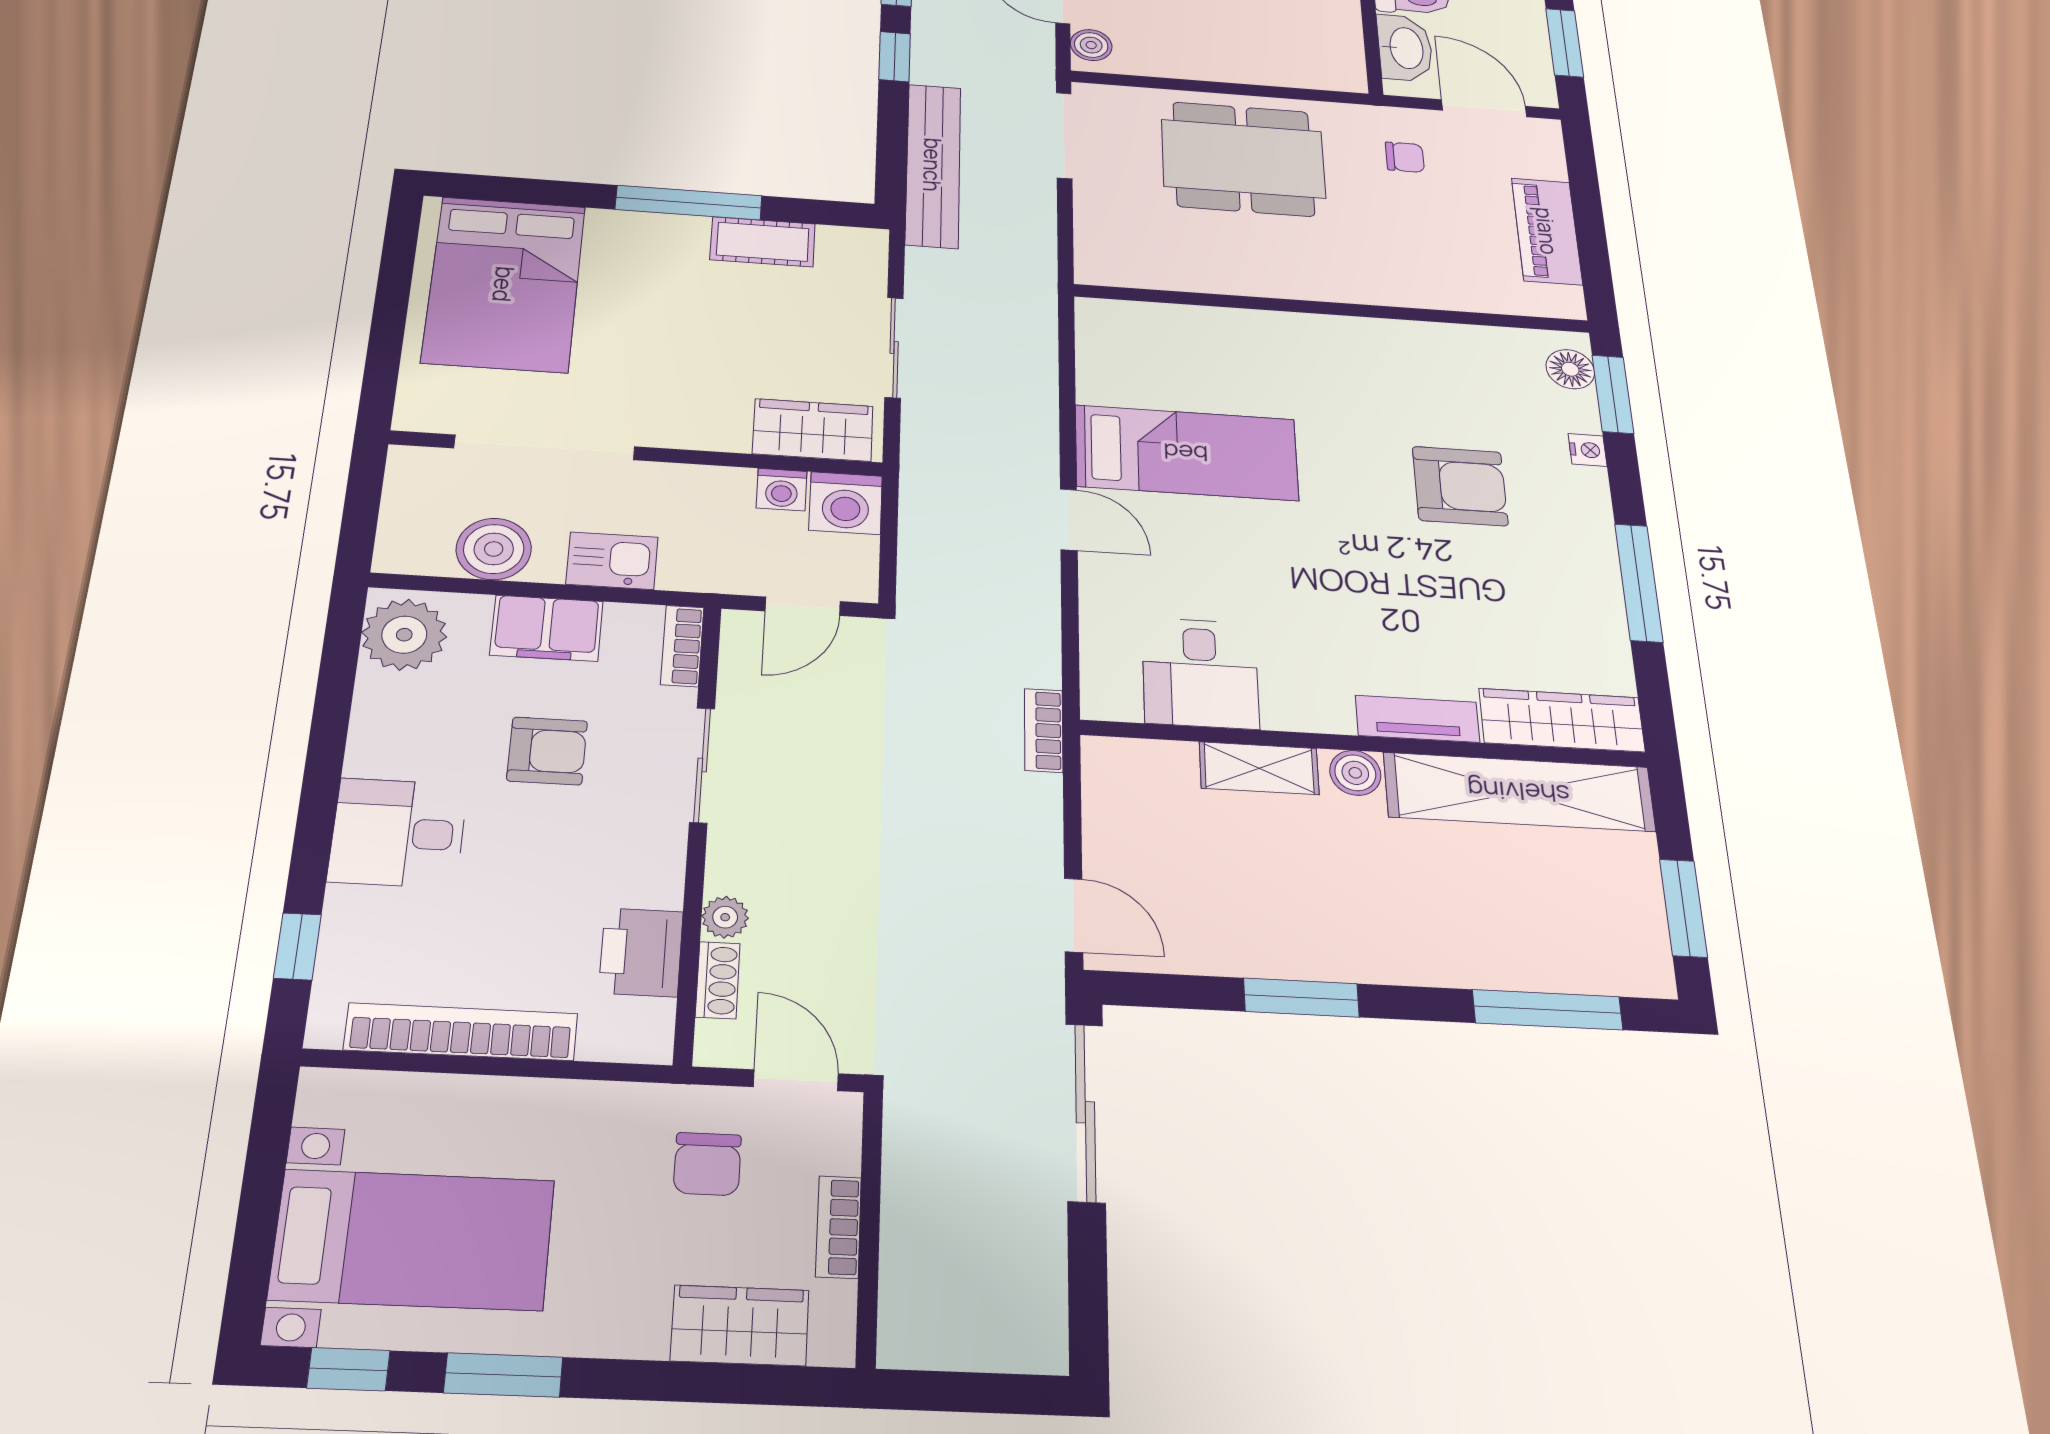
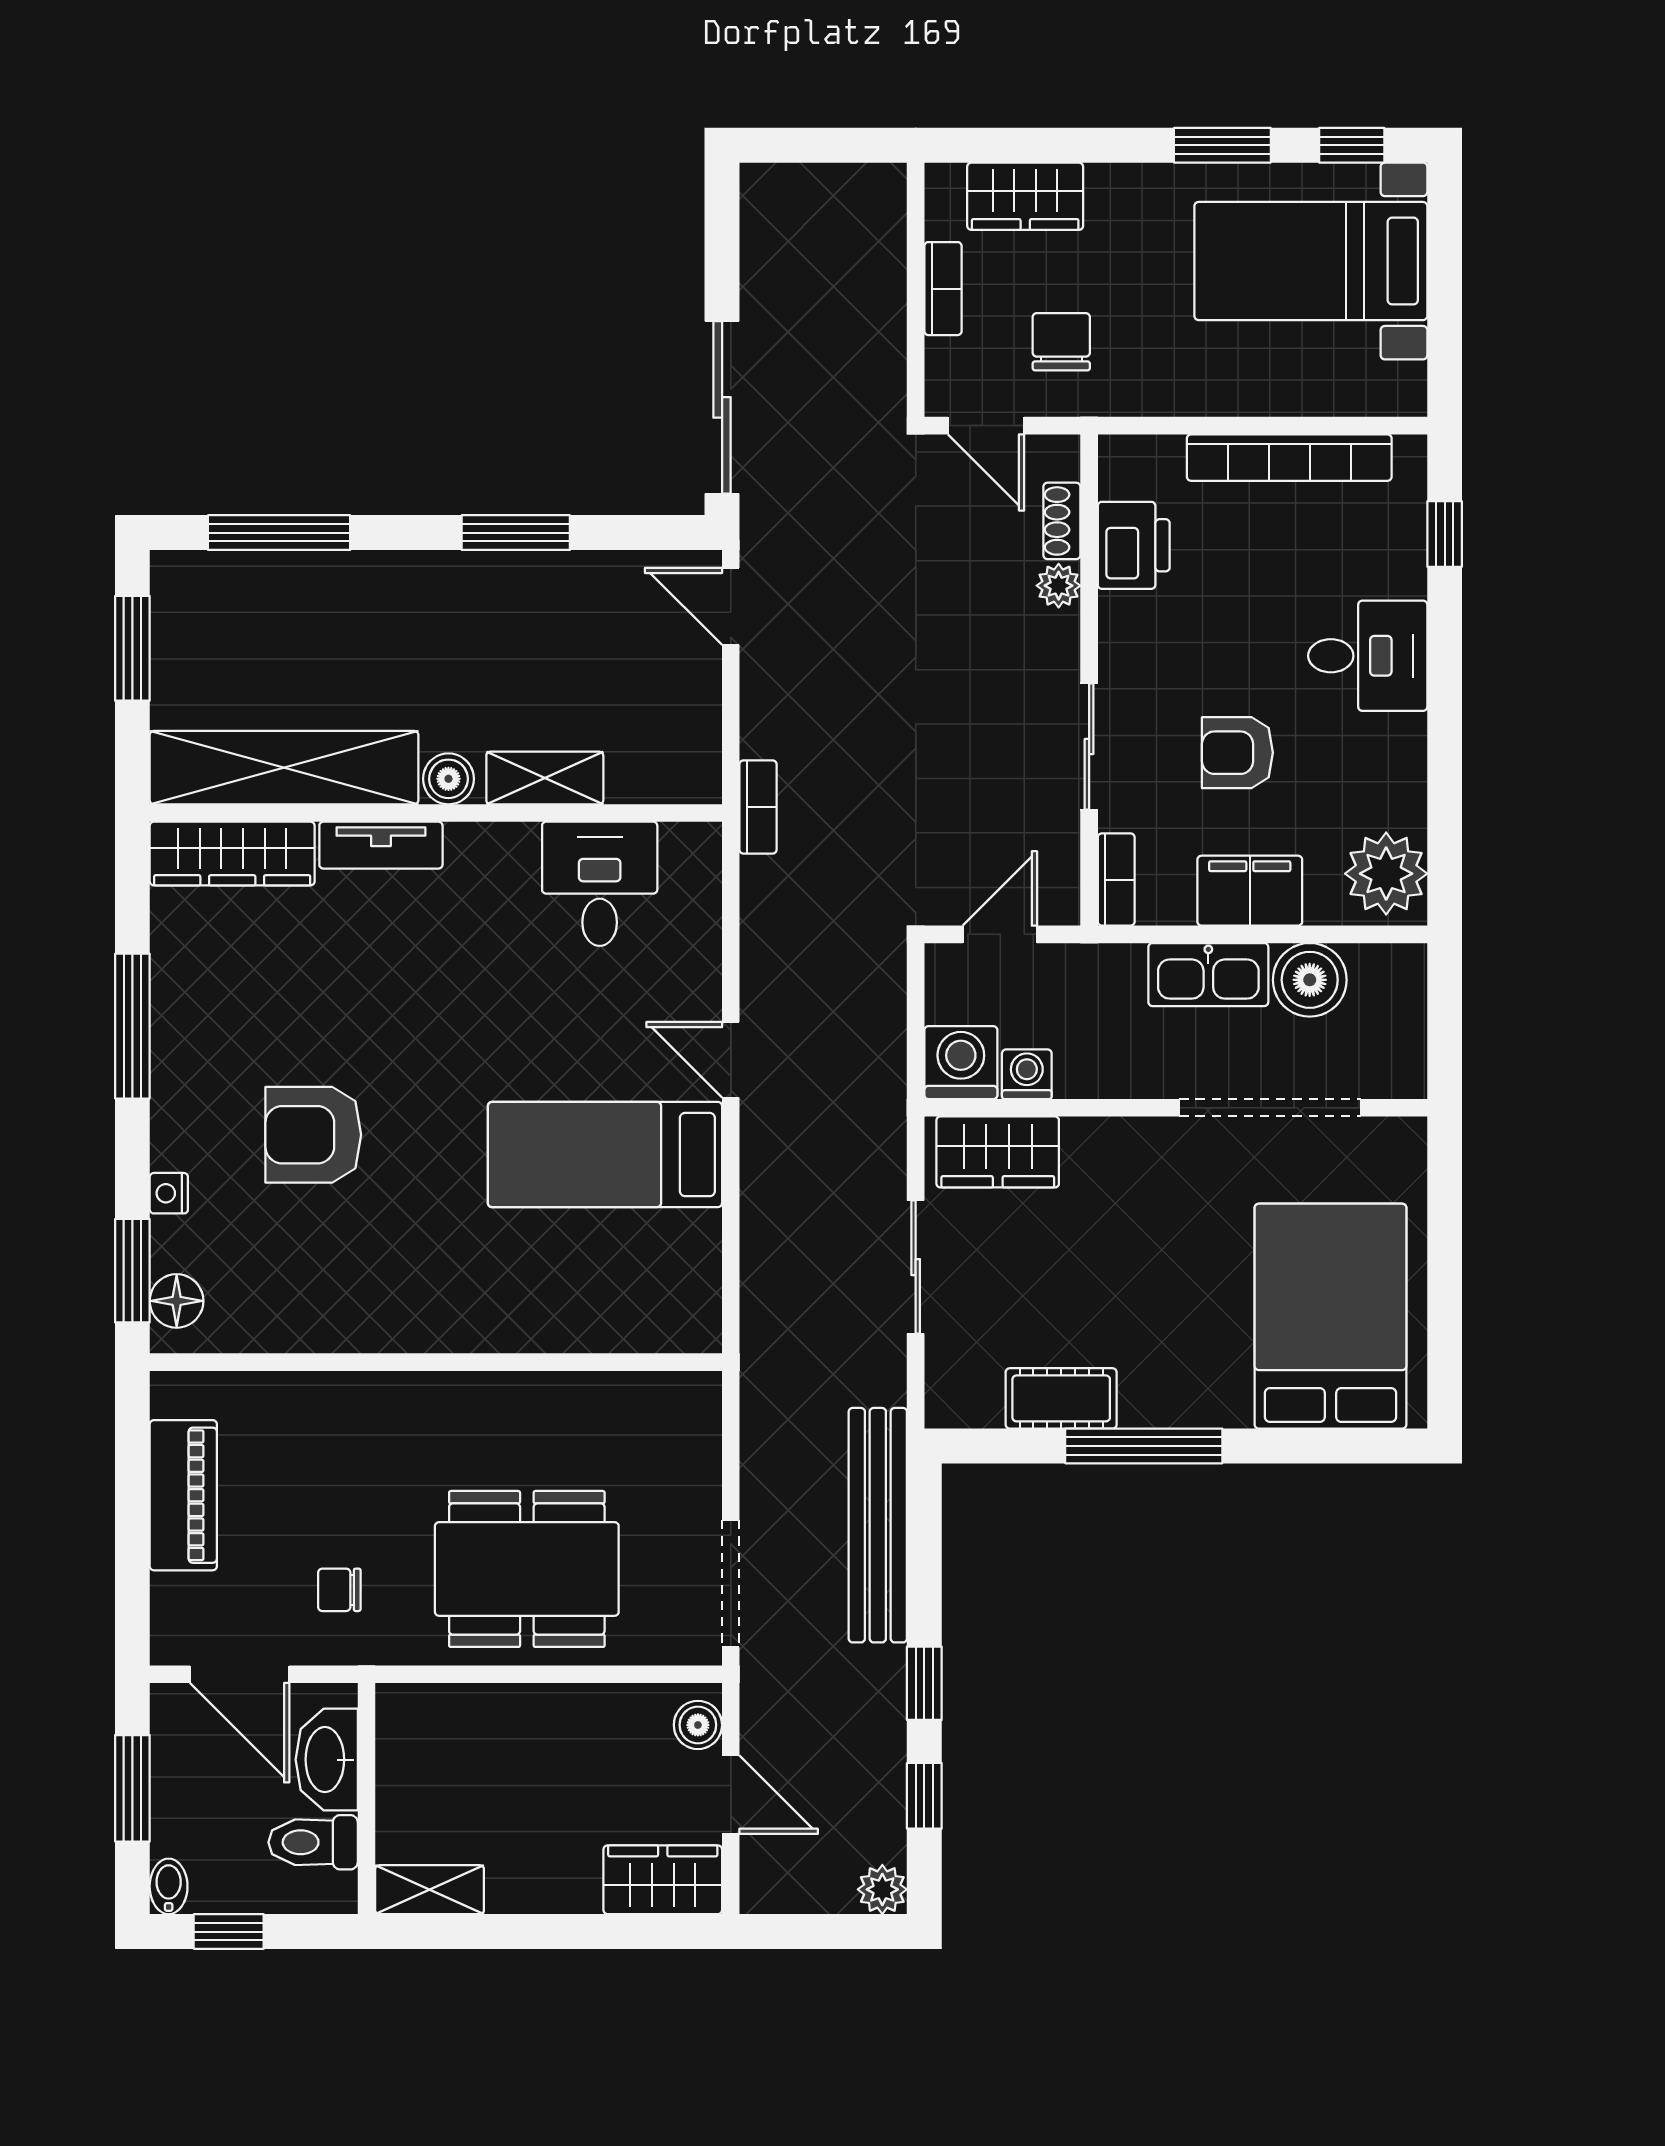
kitchen sink: (612, 561) -> (1208, 975), width x1.38

